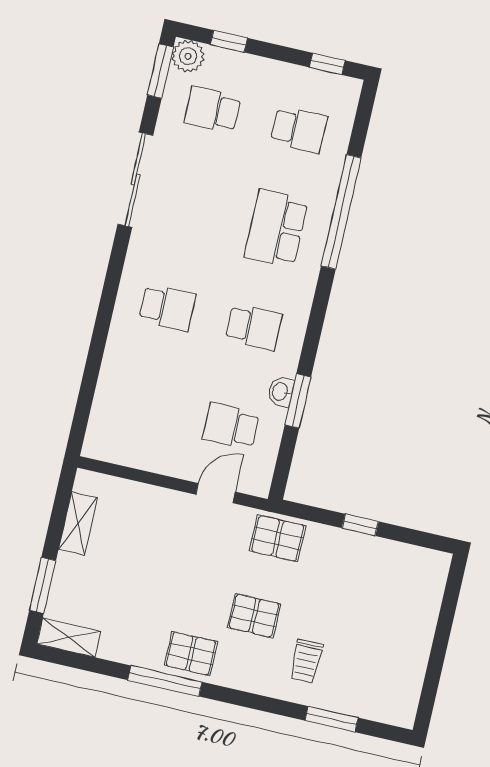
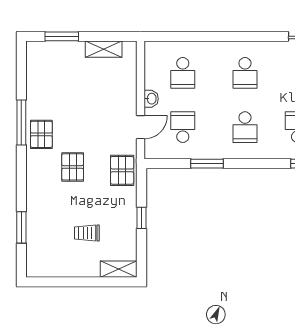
washbasin: (281, 392) -> (151, 99), moved, turned 90
school desk: (145, 406) -> (183, 73), added
door: (216, 493) -> (141, 127), hinge flipped
shelving: (69, 638) -> (119, 269), moved, turned 90
trolley: (306, 661) -> (87, 233), moved

